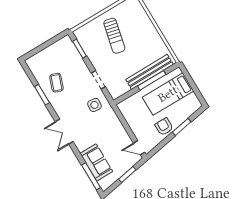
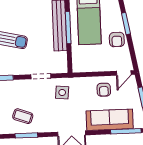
armchair: (164, 127) -> (117, 40), turned -90
armchair: (116, 139) -> (104, 90), added
sofa: (96, 162) -> (110, 120), width x1.36

